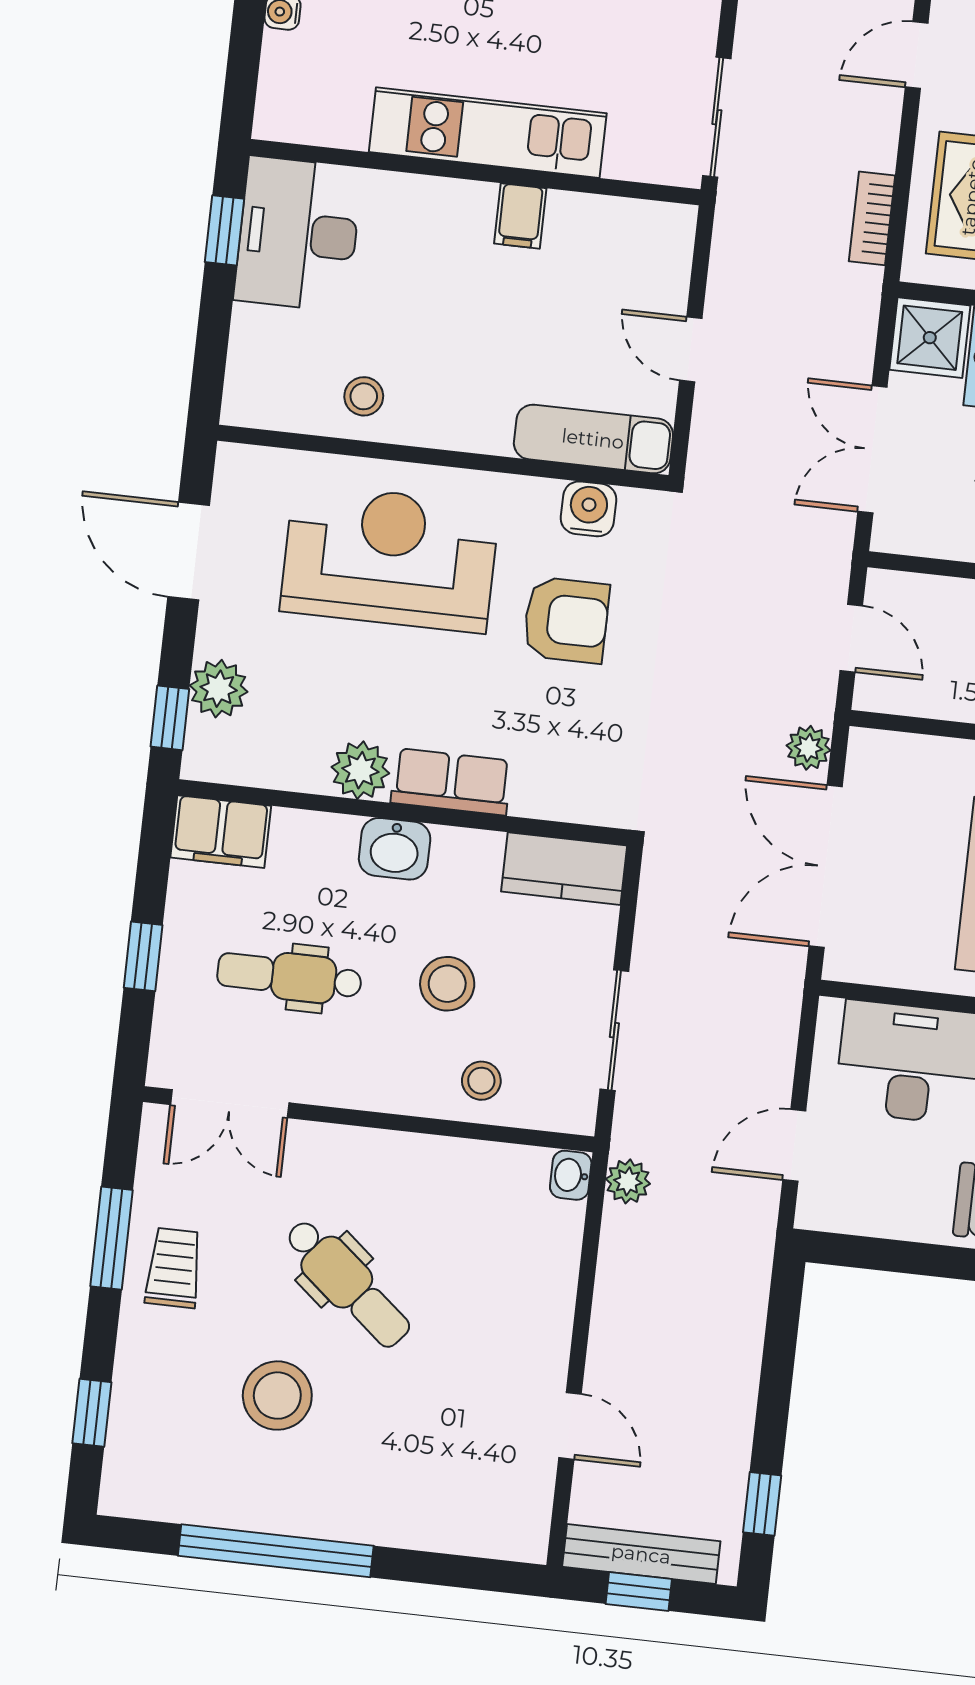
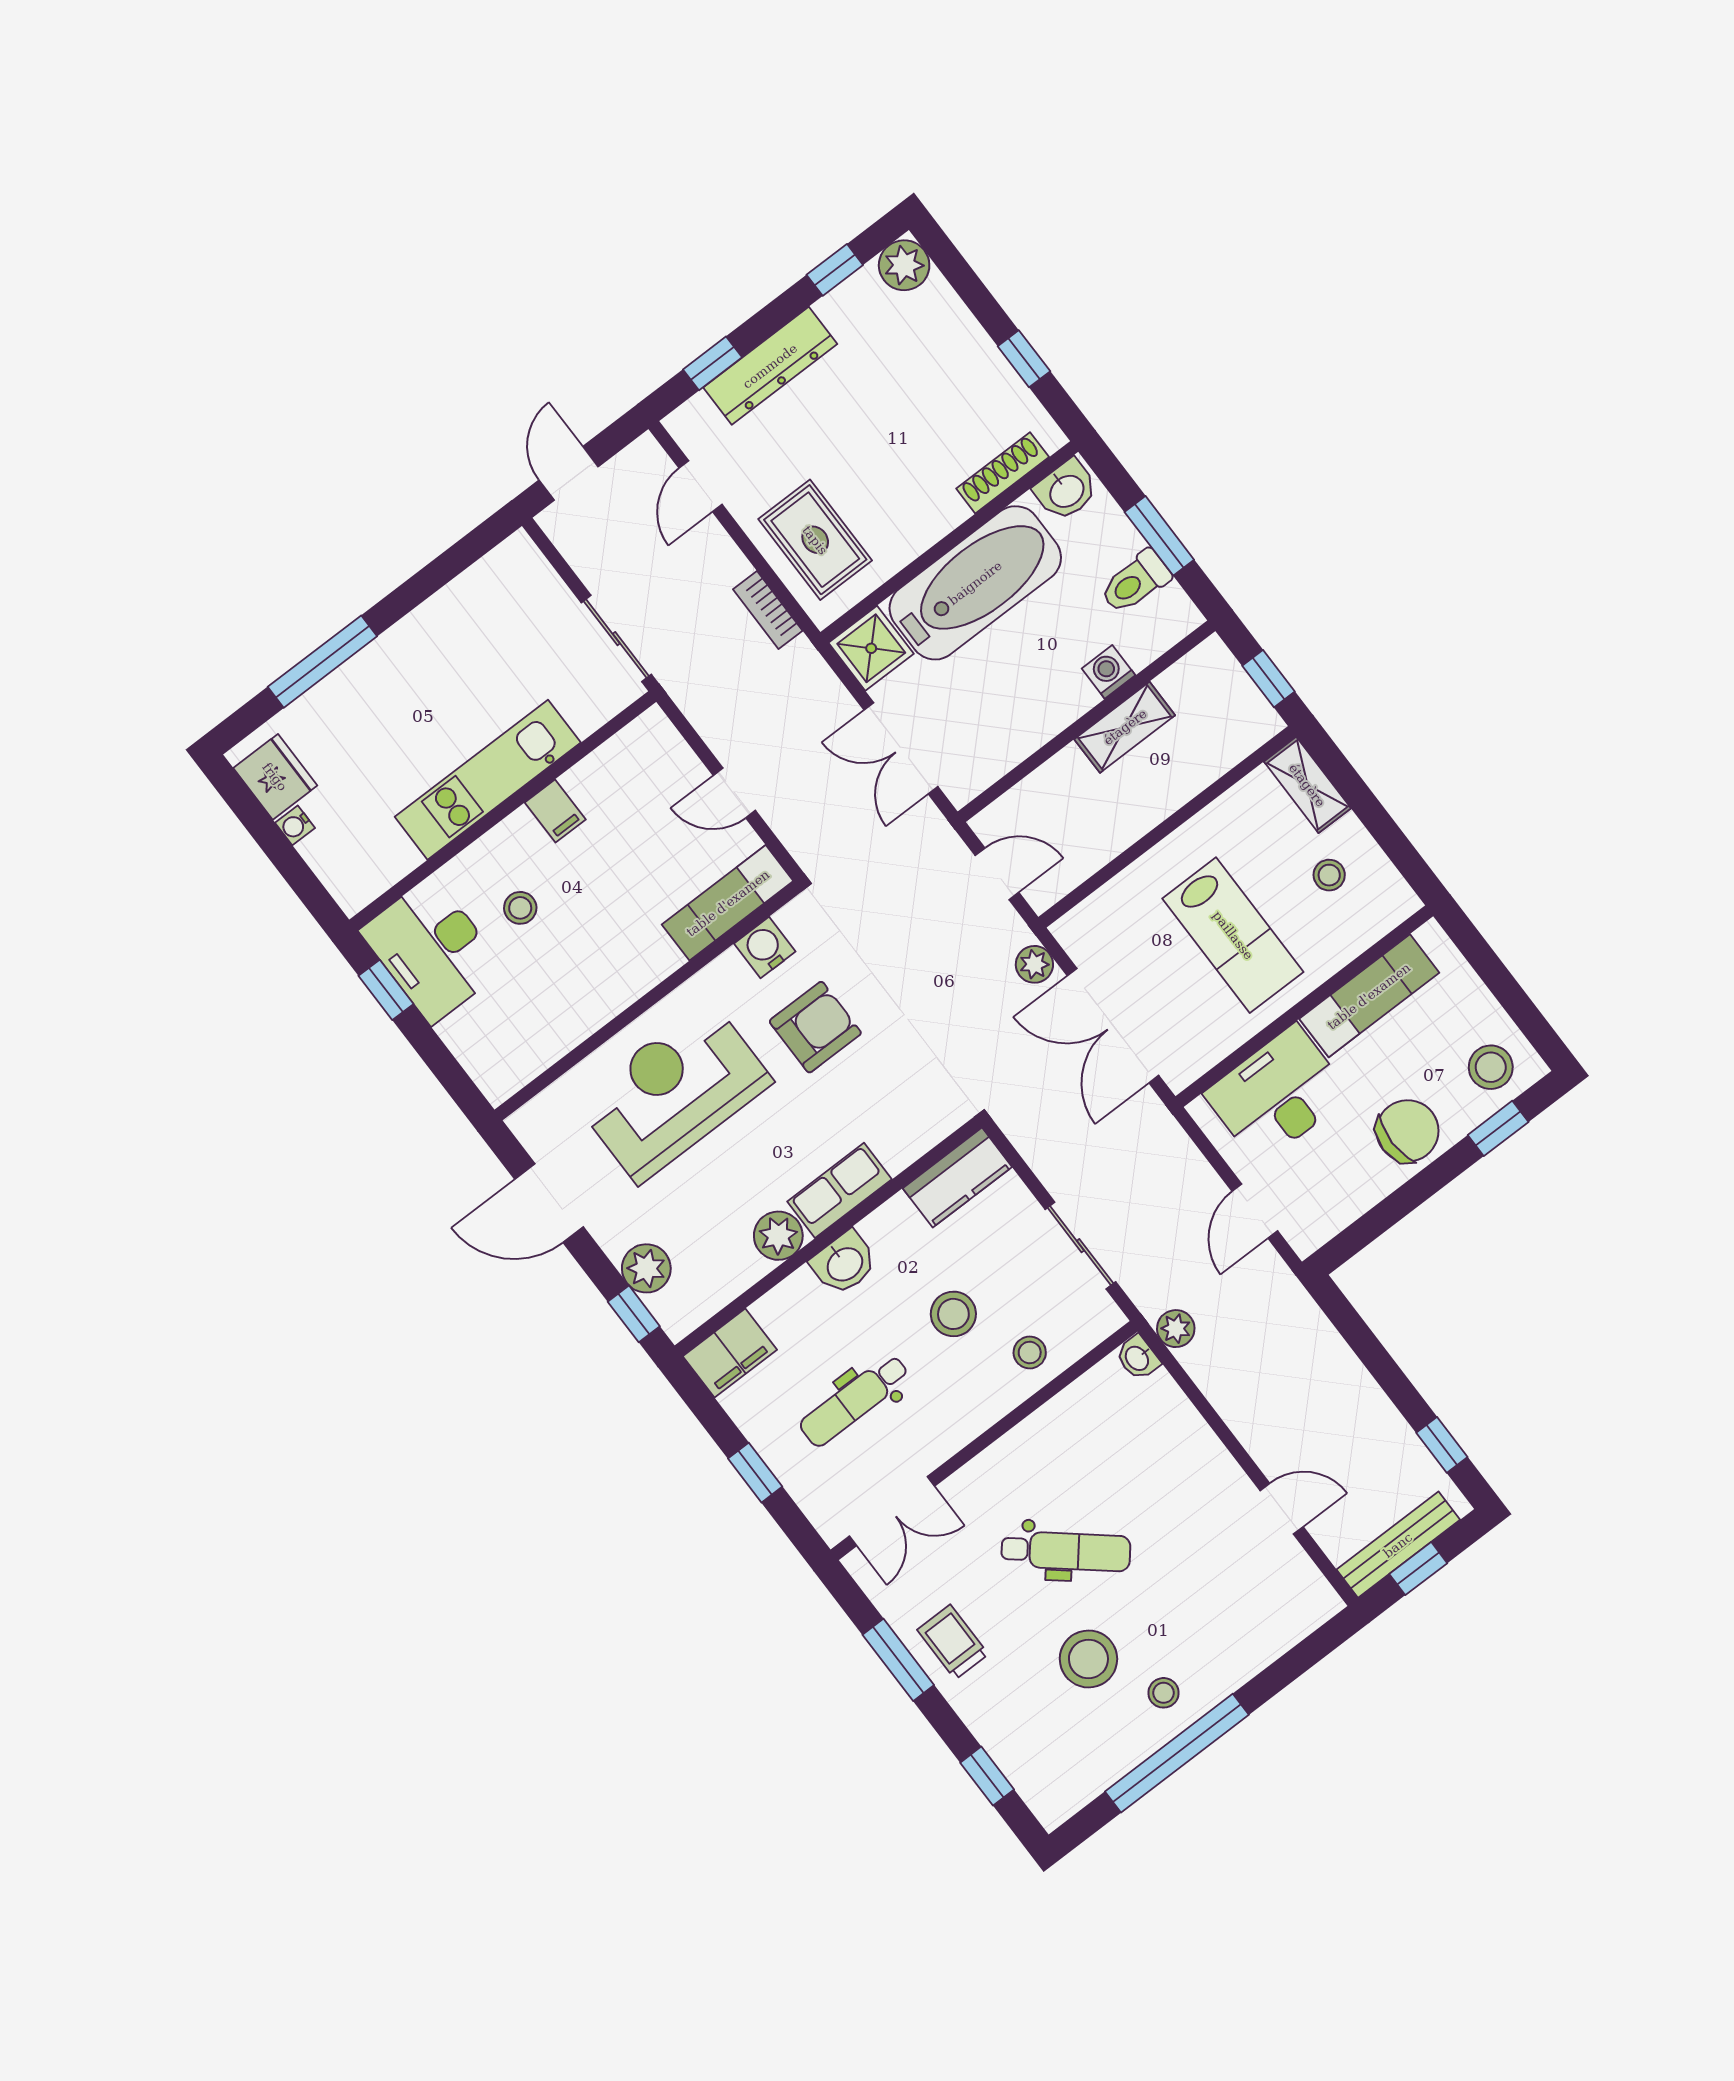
stool: (364, 396) -> (520, 908), moved
stool: (314, 1487) -> (1164, 1693), added

